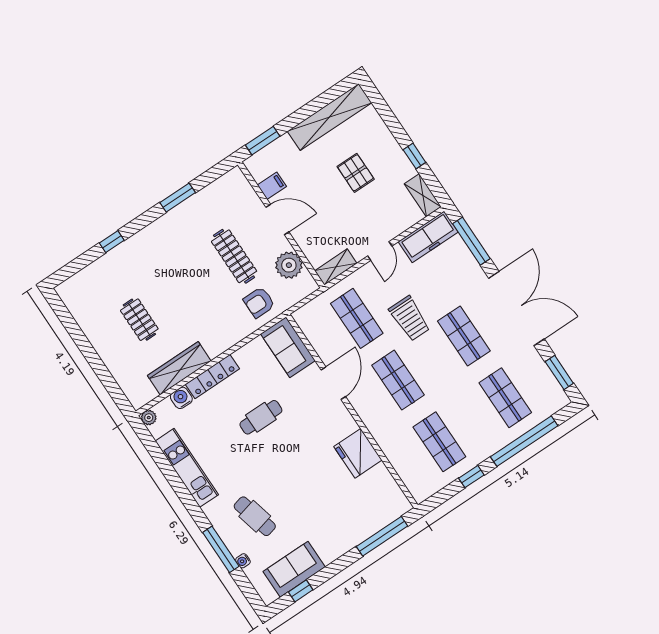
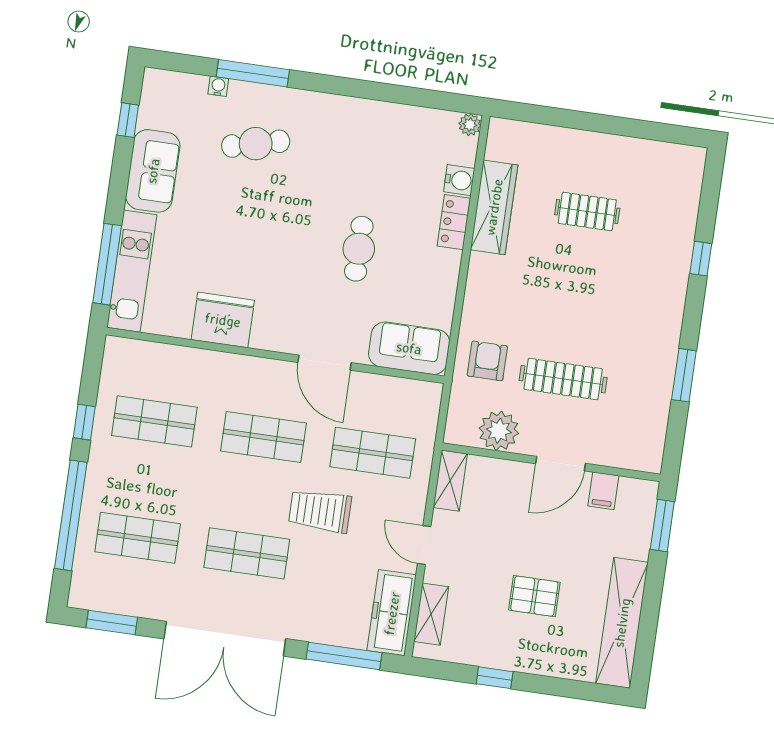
shelving: (423, 195) -> (431, 614), moved, turned 90
locker: (212, 377) -> (454, 222), width x0.66
kitchen unit: (187, 468) -> (132, 271), moved, turned -90
sofa: (294, 569) -> (153, 171), moved

